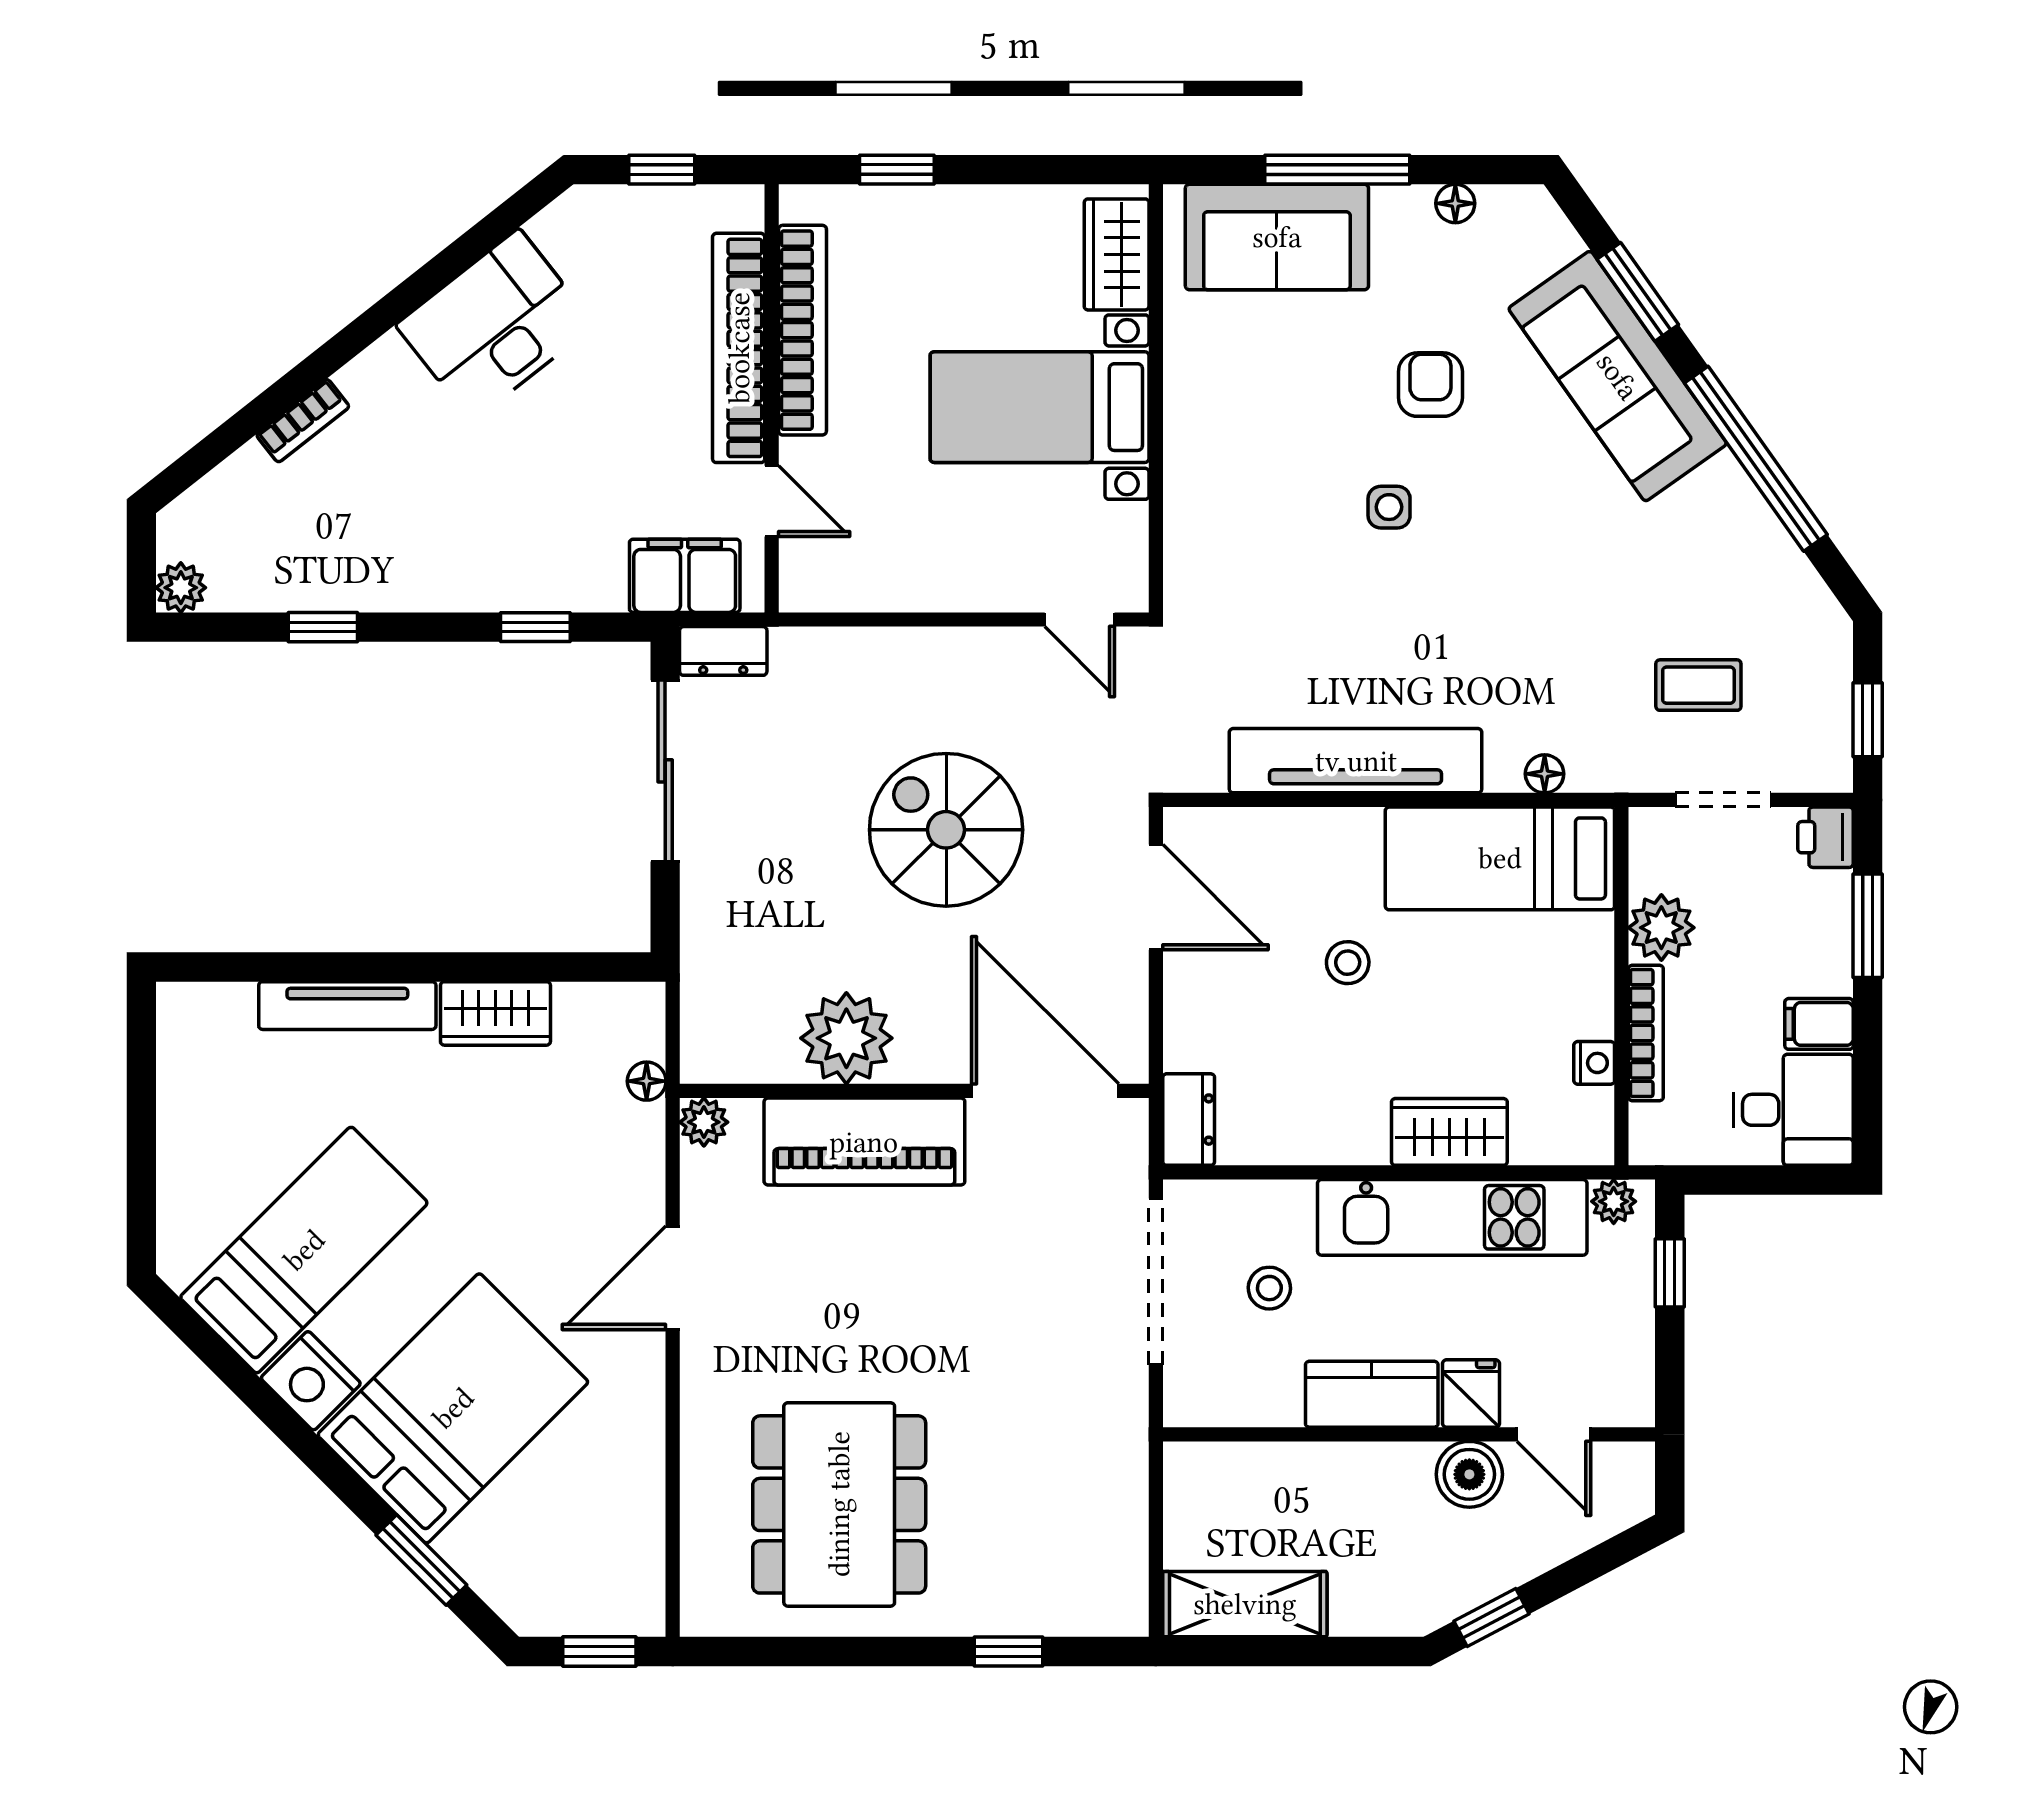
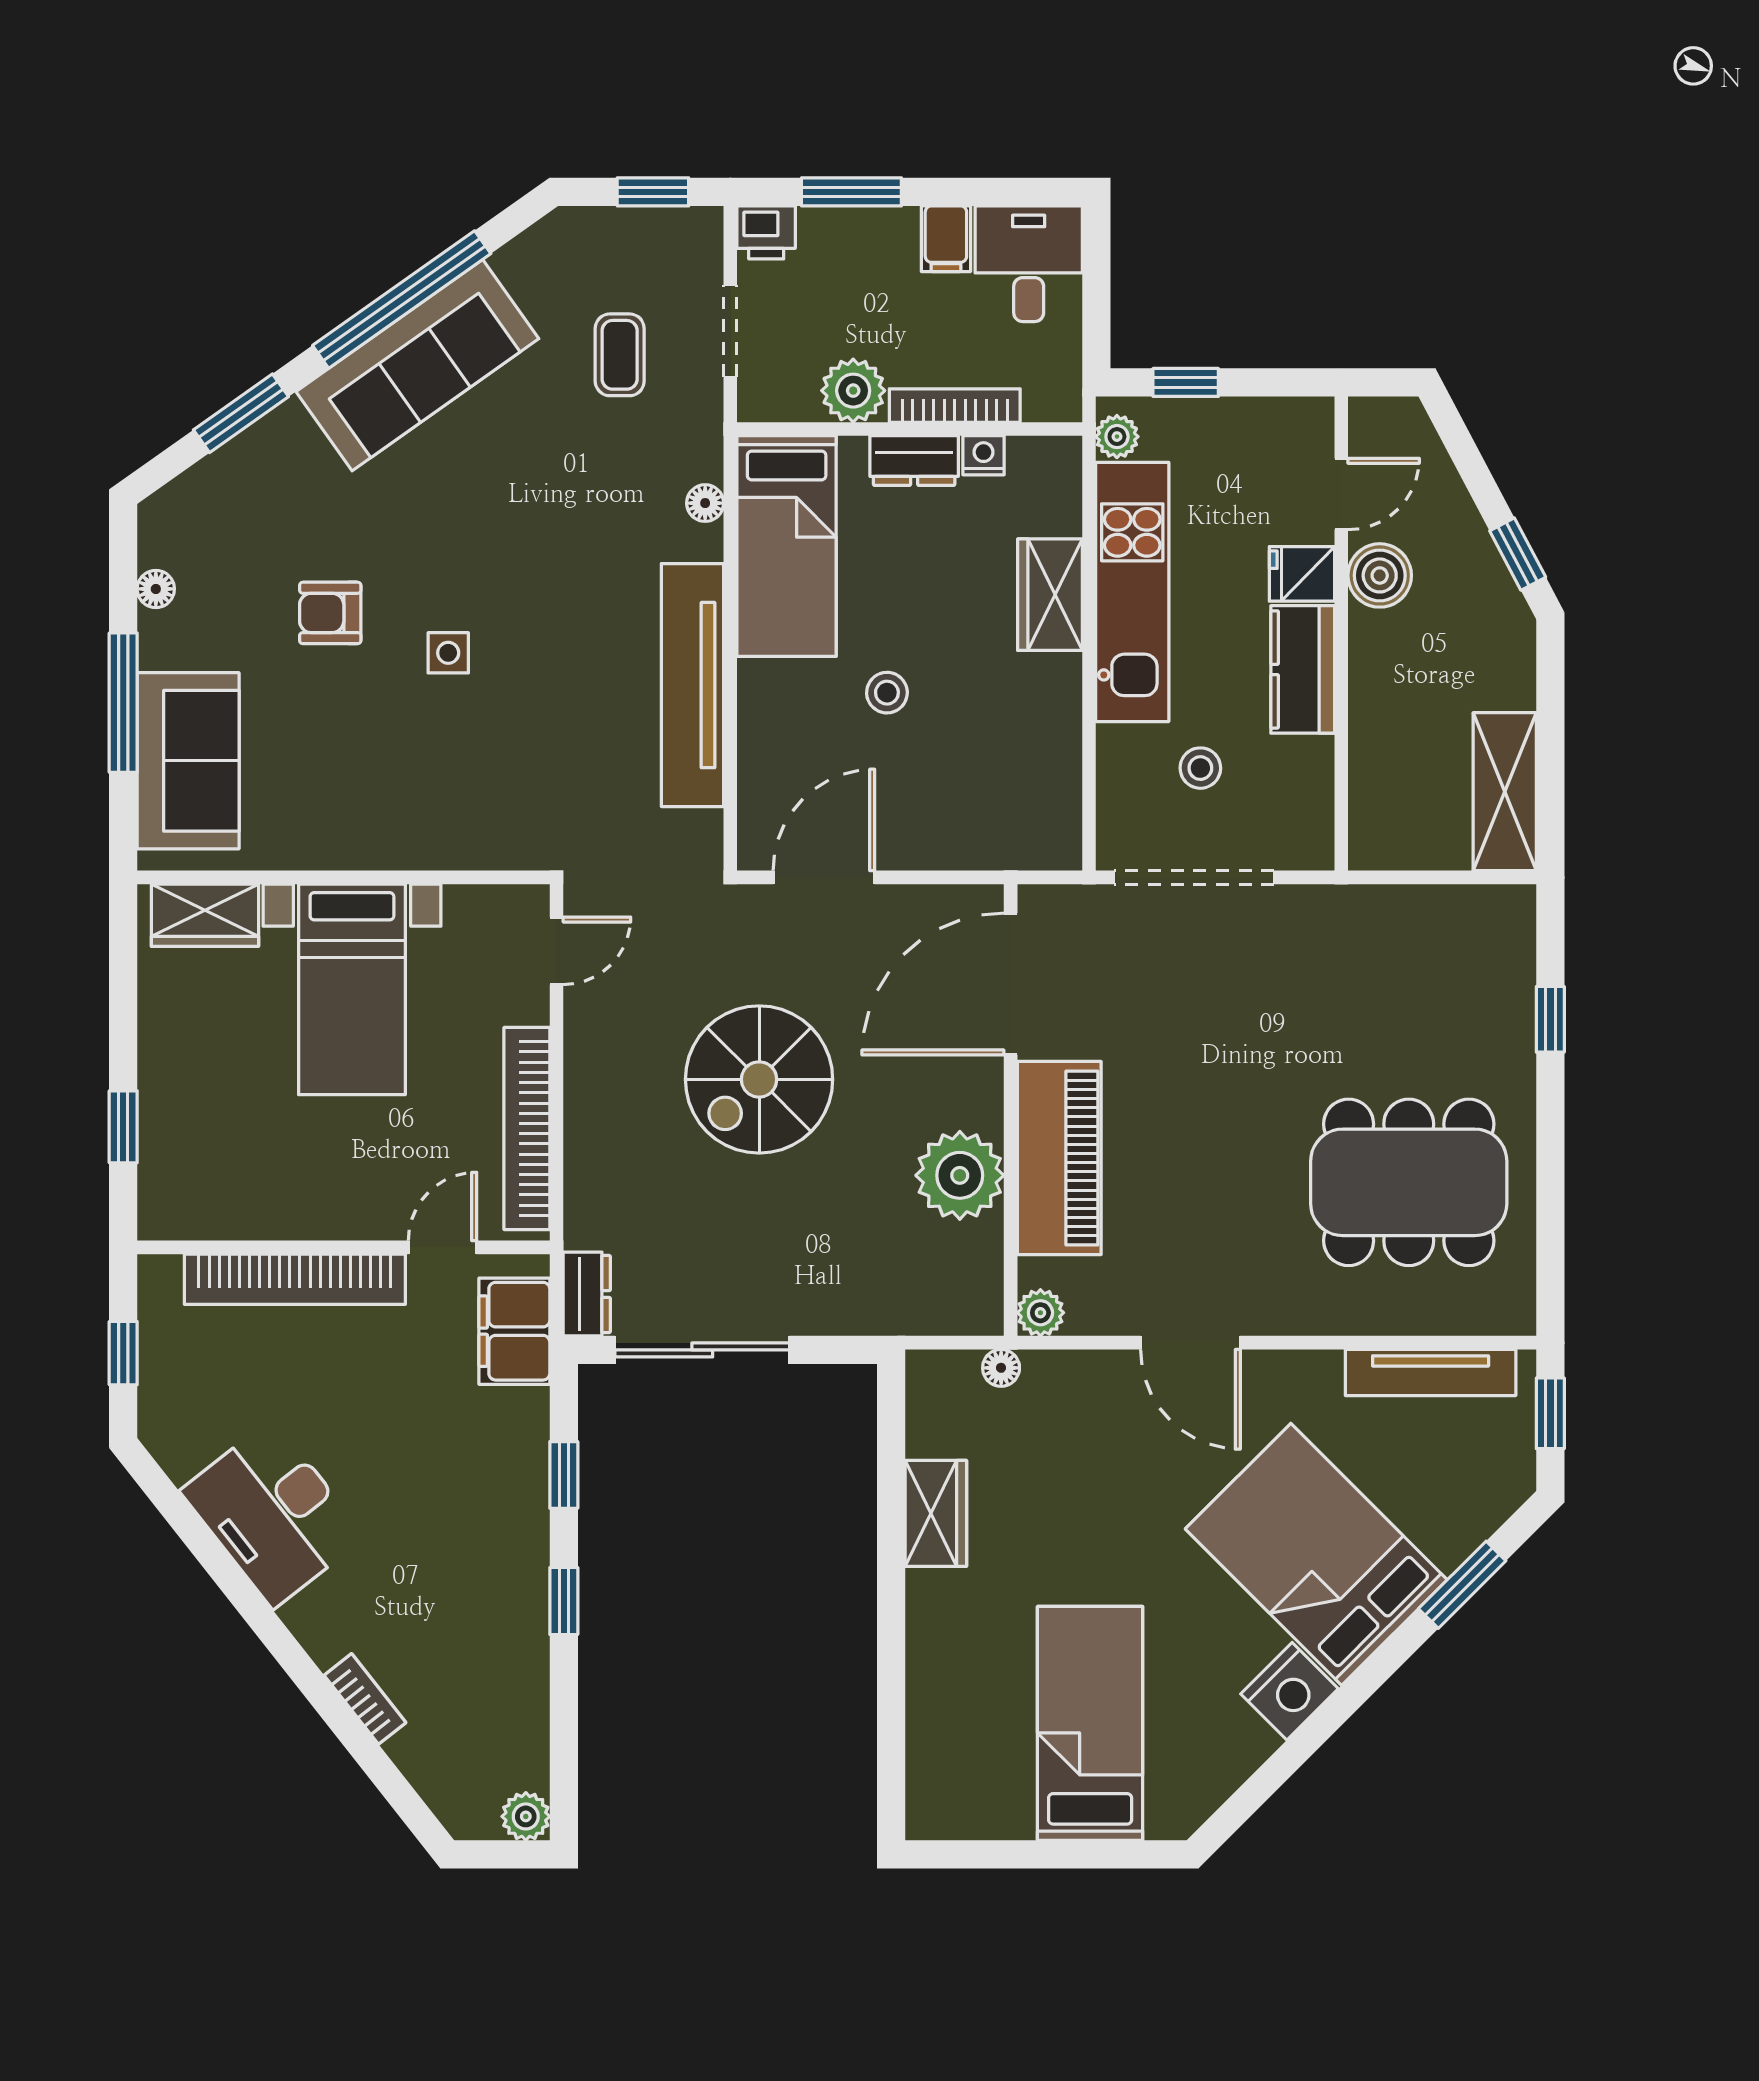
bookcase: (802, 330) -> (527, 1129), moved, turned -90
sofa: (1618, 376) -> (417, 365), moved
window: (323, 627) -> (564, 1601), moved
tv unit: (347, 1006) -> (1431, 1372), moved, turned 90
dresser: (1189, 1120) -> (914, 461), moved, turned 180
bed: (304, 1250) -> (1090, 1723), moved, turned 45

